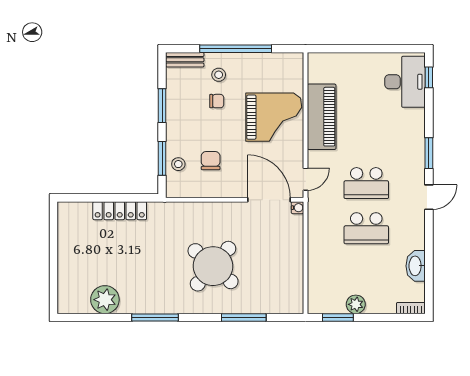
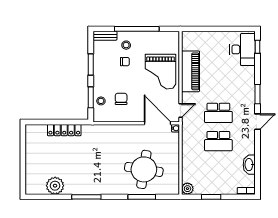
grand piano: (274, 117) -> (160, 72), turned 90
round table: (213, 266) -> (144, 169), moved, turned -32
plant: (356, 304) -> (187, 189), moved
window: (338, 317) -> (211, 197), moved

